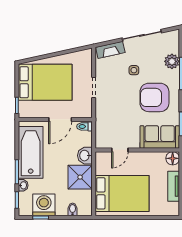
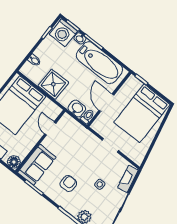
armchair: (154, 97) -> (68, 184), width x0.53, depth x0.53
washbasin: (85, 156) -> (77, 108), moved
washing machine: (44, 205) -> (63, 33), moved, turned 90

